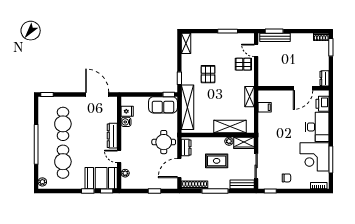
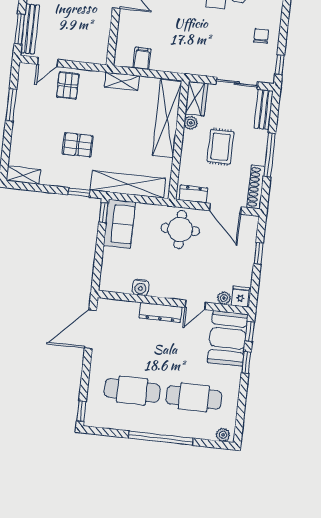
fridge: (127, 111) -> (240, 296), moved
shelving: (230, 126) -> (167, 119), width x1.47

